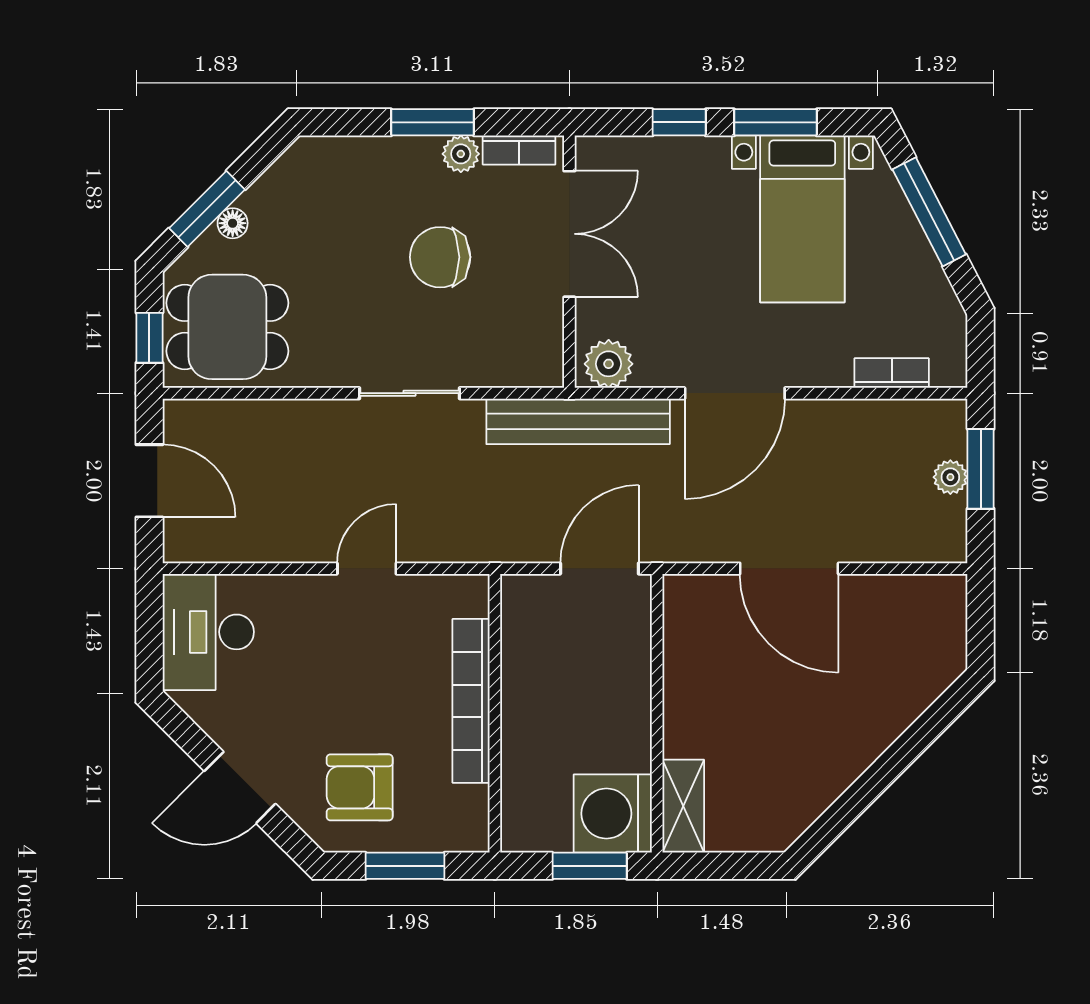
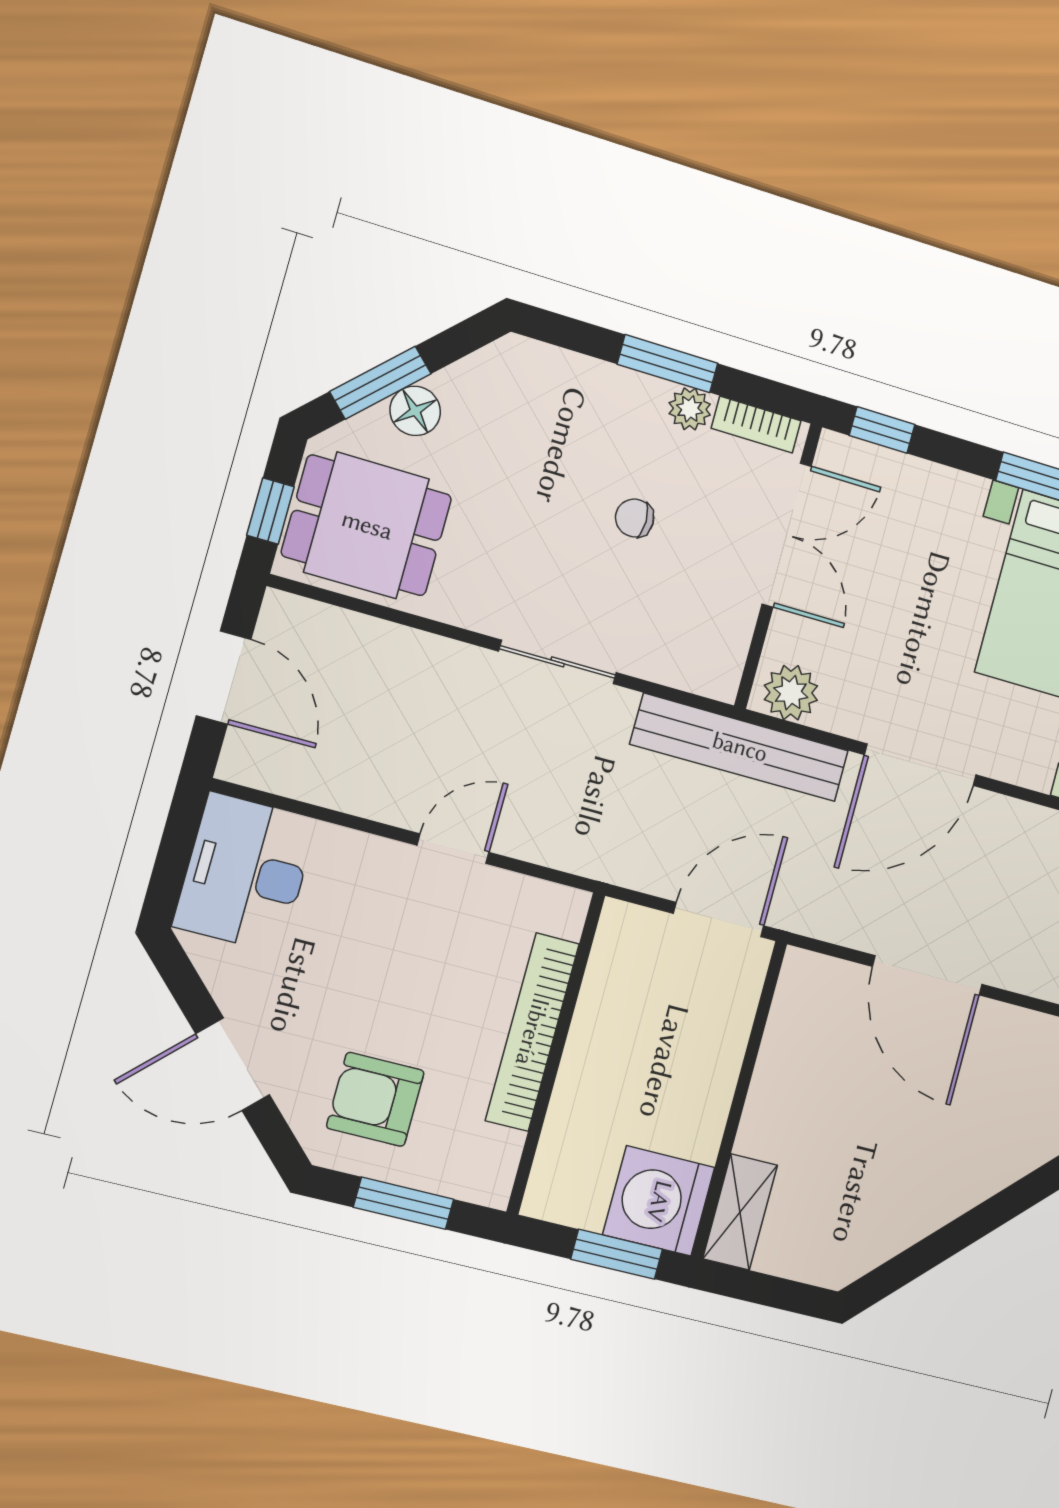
window: (679, 122) -> (882, 430), moved
floor lamp: (233, 223) -> (415, 411), width x1.37, depth x1.37
chair: (440, 257) -> (635, 518), width x0.54, depth x0.54

